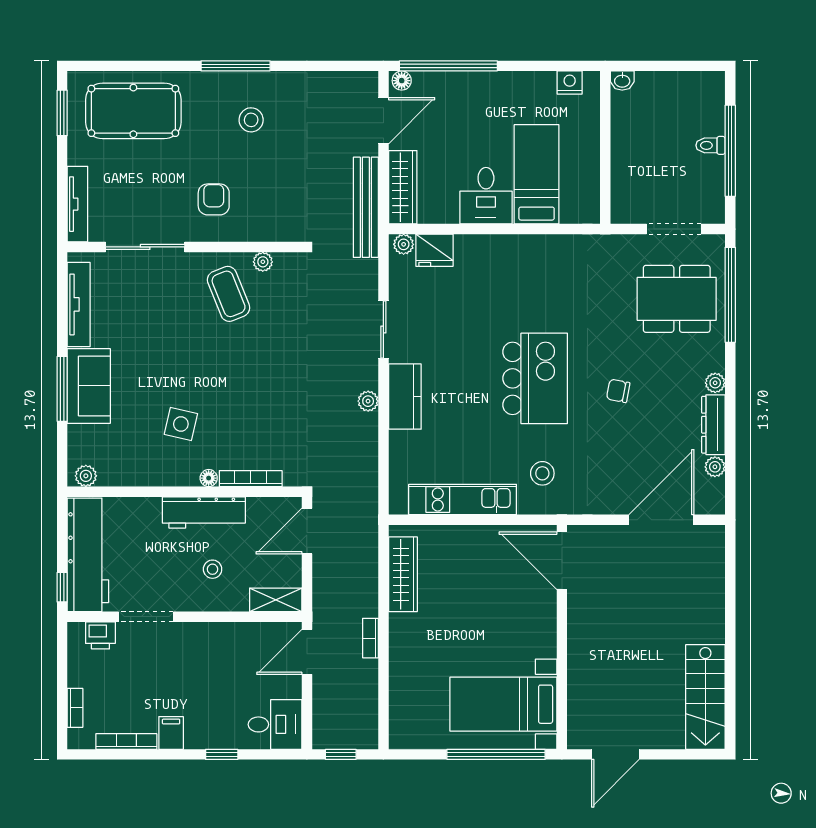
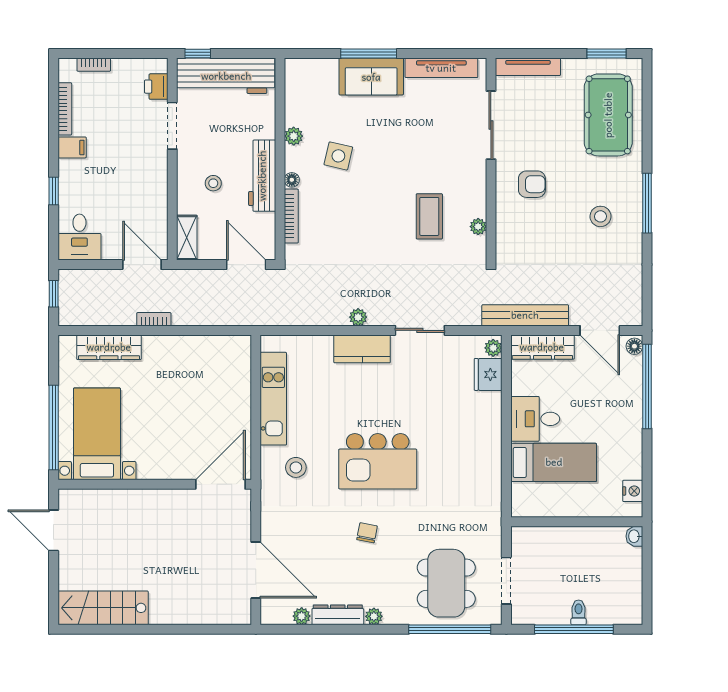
coffee table: (229, 294) -> (429, 216), moved, turned -68
plant: (86, 476) -> (294, 136), moved
wardrobe: (403, 574) -> (109, 347), moved

